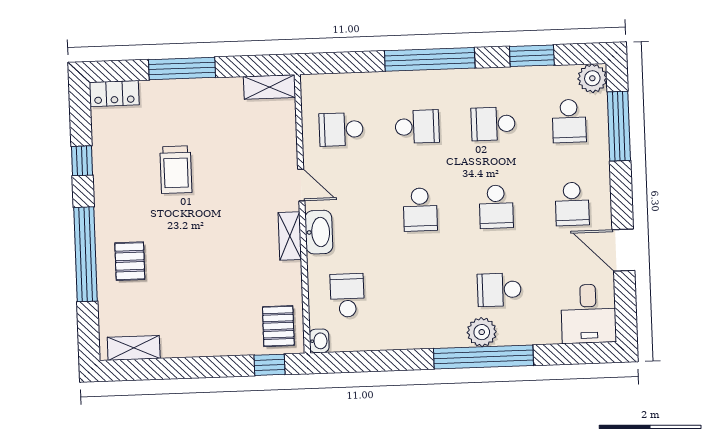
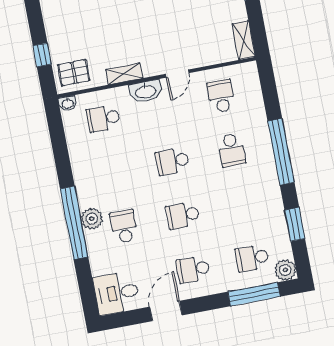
school desk: (493, 124) -> (242, 204), removed
shelving: (290, 236) -> (124, 74), moved
school desk: (347, 295) -> (103, 119), turned 180
window: (270, 365) -> (42, 55), moved

